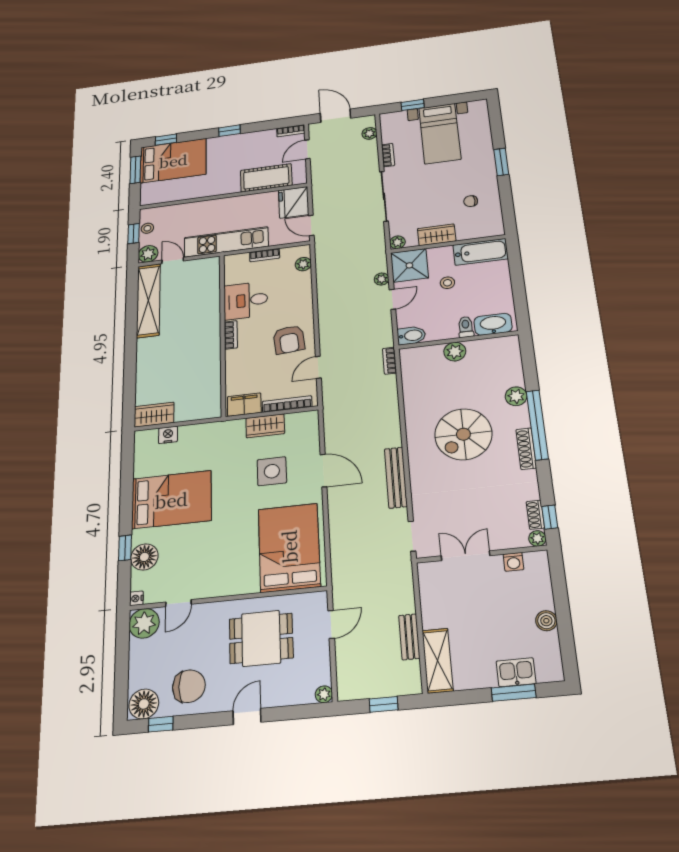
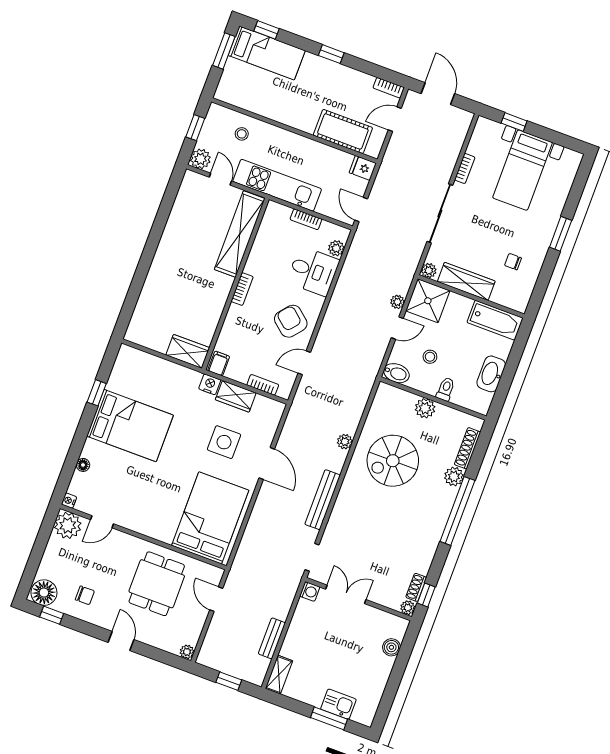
plant: (369, 133) -> (345, 442), moved
bed: (173, 161) -> (267, 53), width x0.67
fridge: (294, 202) -> (363, 168), width x0.53, depth x0.75
stool: (147, 228) -> (242, 134), moved
wardrobe: (437, 235) -> (466, 281), width x1.50
stool: (447, 283) -> (430, 357), moved
shelving: (148, 300) -> (240, 234), moved
desk: (246, 301) -> (313, 271), moved, turned 180
washbasin: (493, 324) -> (491, 374), moved, turned -90
armchair: (289, 340) -> (291, 321), turned 135
bookcase: (389, 361) -> (367, 388), removed
bookcase: (287, 404) -> (263, 385), width x0.64
filing cabinet: (244, 405) -> (219, 363), width x0.50
wardrobe: (154, 415) -> (188, 351), moved
spiral stairs: (463, 434) -> (393, 461), moved
nightstand: (168, 435) -> (210, 384), moved
shoe rack: (526, 449) -> (467, 448), moved
window: (125, 548) -> (97, 393), moved
floor lamp: (144, 557) -> (83, 465), width x0.53, depth x0.53
washing machine: (513, 562) -> (310, 591), moved, turned -90
boiler: (546, 621) -> (391, 647), moved
door: (331, 624) -> (216, 599), swing flipped
dining table: (261, 638) -> (157, 584), turned 90
shelving: (438, 661) -> (279, 675), width x0.67, depth x0.75
chair: (189, 686) -> (85, 595), width x0.54, depth x0.54
door: (247, 716) -> (121, 641), hinge flipped

